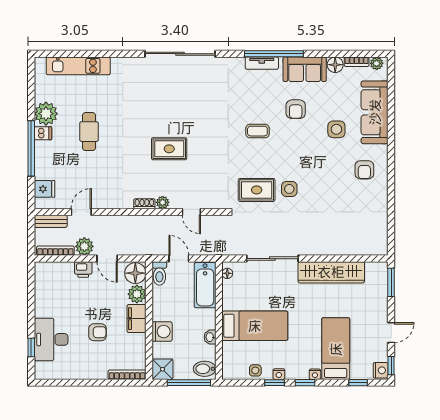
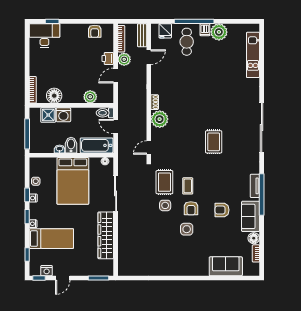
plant: (377, 63) -> (255, 268), removed
sofa: (375, 112) -> (226, 266), width x0.73
side table: (336, 129) -> (187, 229), moved
coffee table: (257, 131) -> (188, 186), moved
cafe table: (89, 132) -> (187, 42), moved, turned 90
rug: (169, 149) -> (214, 142), moved
armchair: (364, 170) -> (191, 208), moved, turned -90
plant: (163, 202) -> (160, 119), width x1.88, depth x1.88
door: (81, 212) -> (149, 57), hinge flipped
door: (191, 212) -> (149, 147), moved
door: (179, 259) -> (116, 127), swing flipped
floor lamp: (135, 273) -> (54, 96), moved
filing cabinet: (137, 319) -> (73, 97), removed
bed: (255, 326) -> (73, 181), width x1.50
armchair: (98, 332) -> (95, 31), moved
door: (391, 333) -> (63, 278), hinge flipped
desk: (51, 339) -> (44, 36), moved
shower: (162, 369) -> (48, 115), moved
bidet: (205, 369) -> (71, 145), moved
nightstand: (381, 370) -> (47, 271), moved

